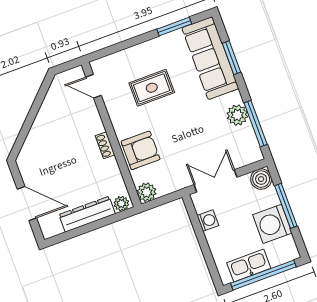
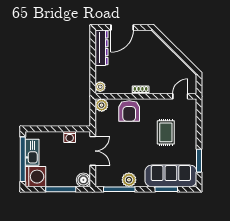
dresser: (87, 214) -> (101, 48), moved
washing machine: (272, 224) -> (35, 177), moved, turned 90

